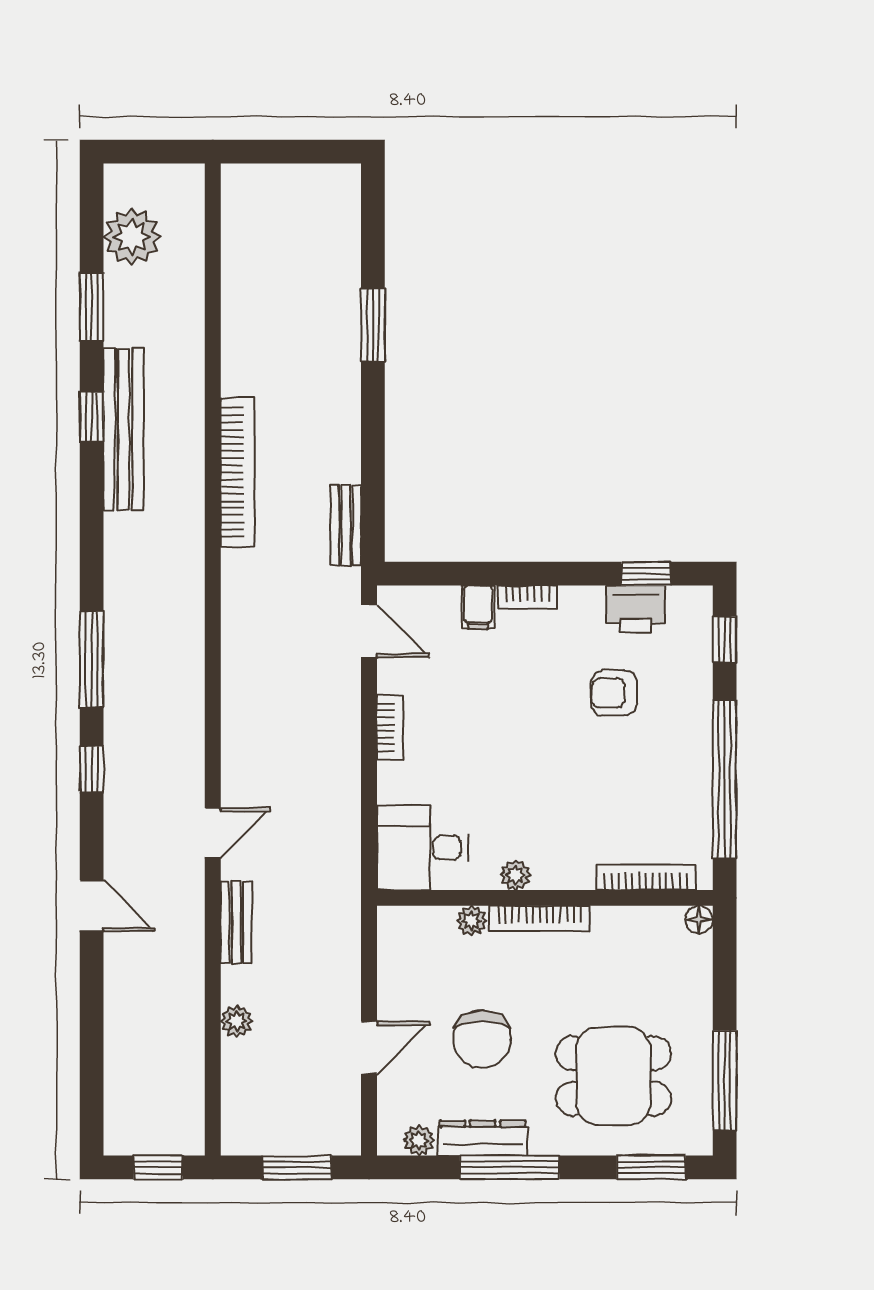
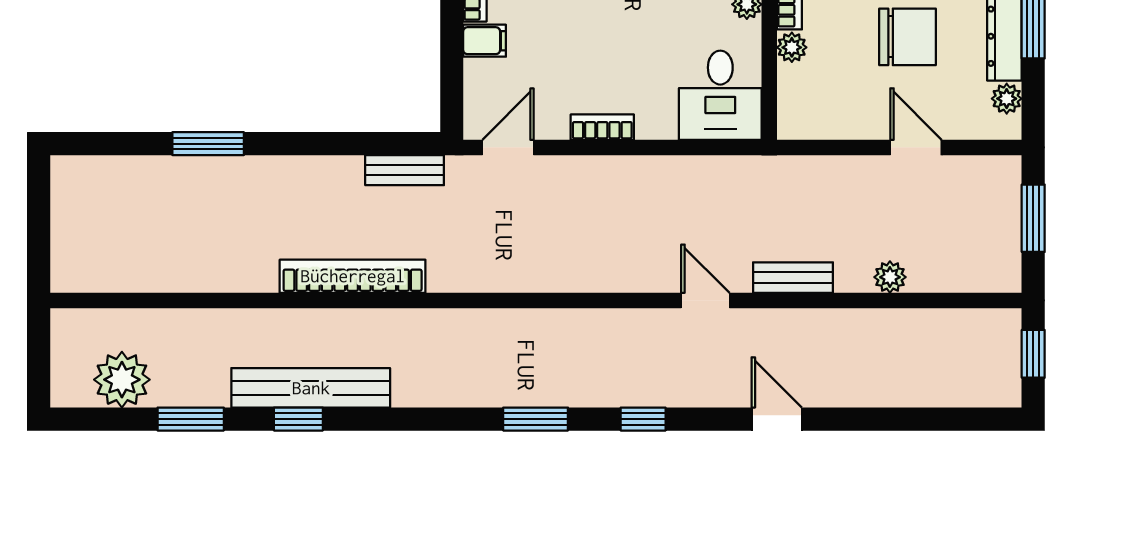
window: (92, 659) -> (536, 419), width x0.69
door: (92, 906) -> (777, 419), hinge flipped

